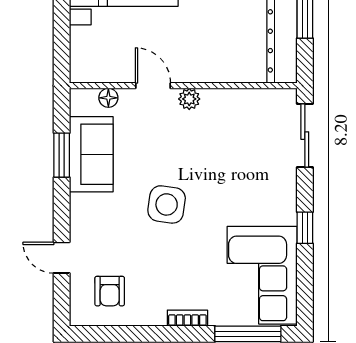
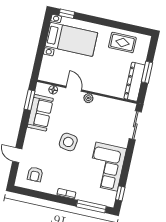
window: (62, 155) -> (30, 100), moved
window: (305, 228) -> (120, 193), moved
corner sofa: (262, 275) -> (107, 167), moved

